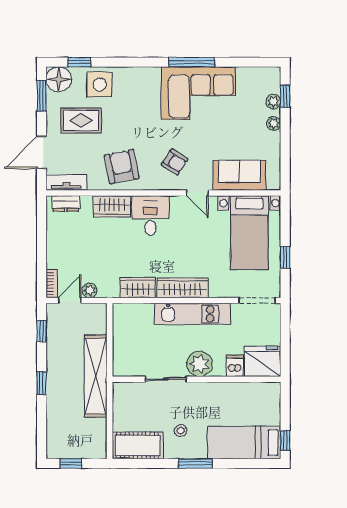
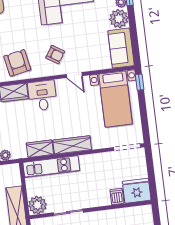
plant: (274, 123) -> (119, 19), width x1.88, depth x1.88
sofa: (239, 175) -> (121, 48), moved, turned -90
window: (285, 257) -> (140, 82), moved
kitchen unit: (193, 314) -> (51, 167), moved
plant: (200, 364) -> (37, 205), moved

